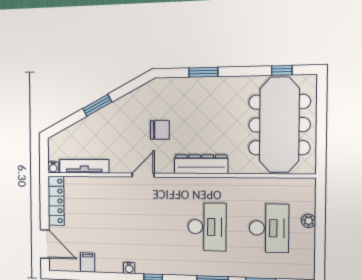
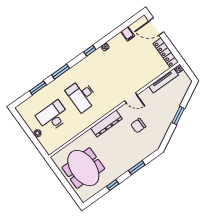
window: (282, 70) -> (113, 185), moved
meeting table: (279, 125) -> (83, 168), width x0.73
door: (143, 175) -> (131, 98), hinge flipped
desk: (269, 228) -> (53, 116), turned 90

